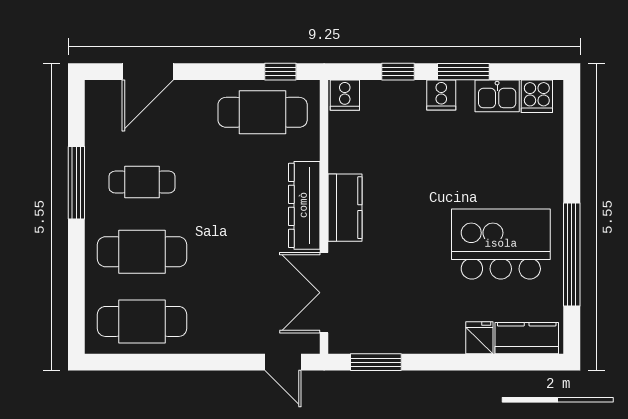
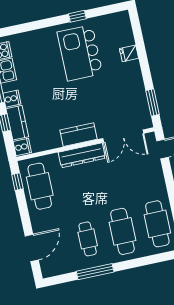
door: (148, 72) -> (32, 248), hinge flipped
window: (572, 255) -> (77, 16), width x0.32
kitchen counter: (527, 338) -> (17, 123), moved, turned 180

